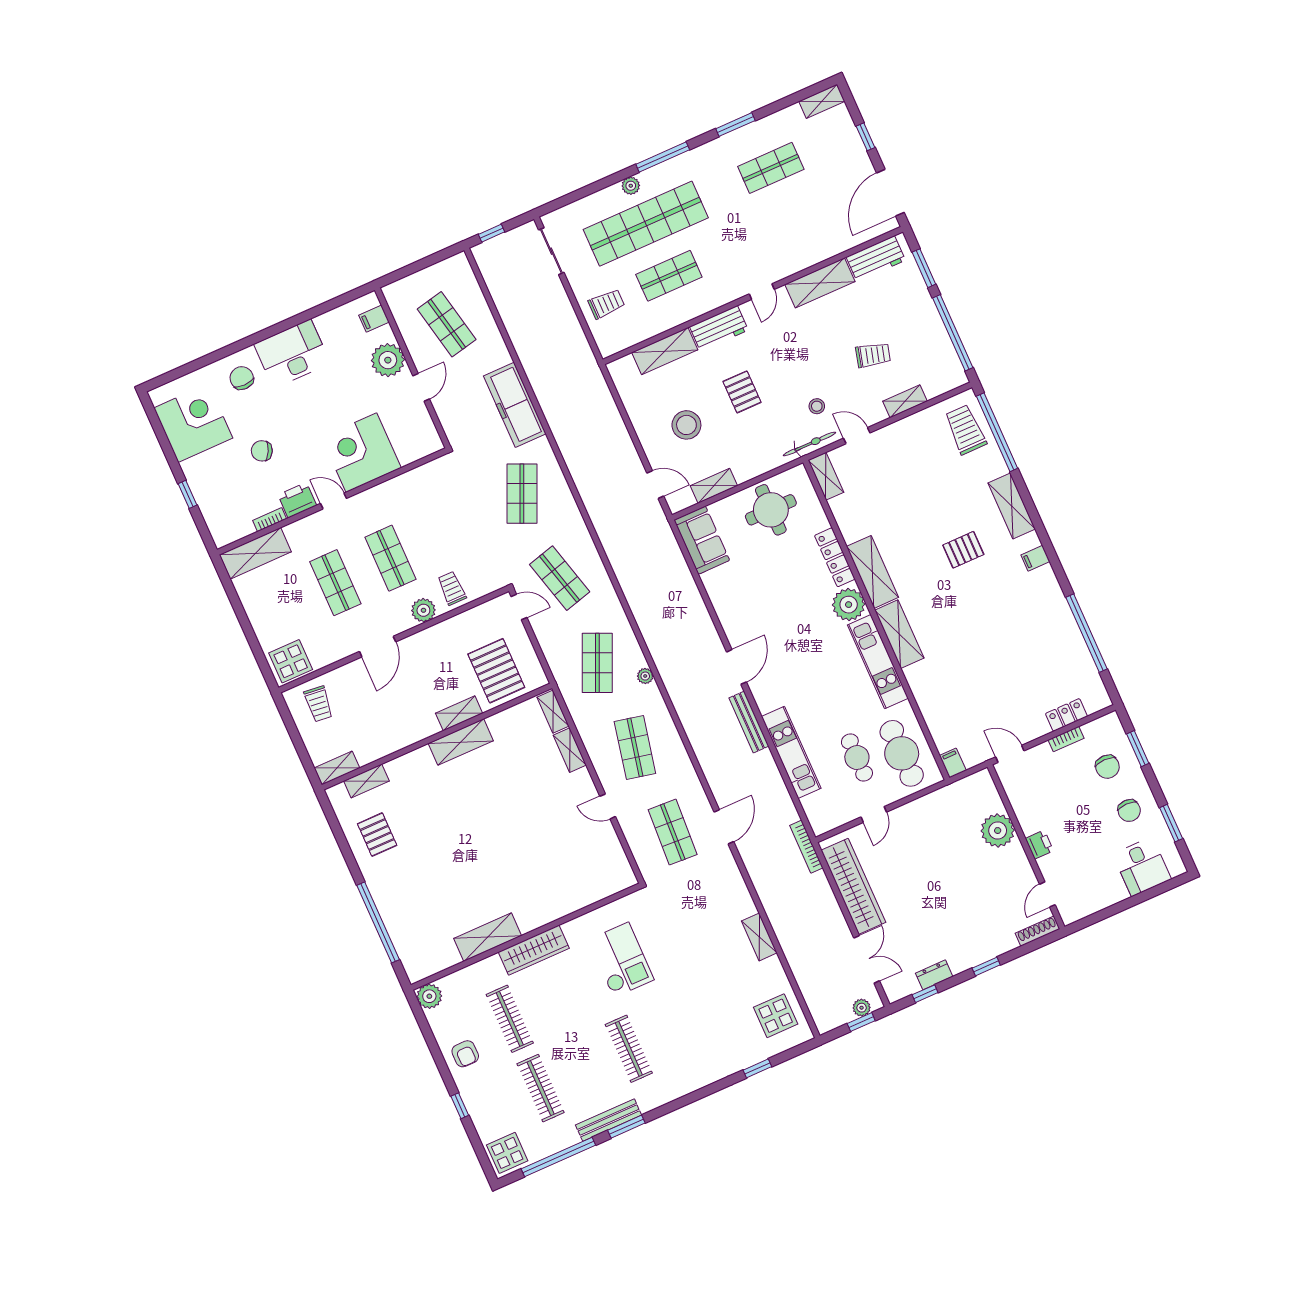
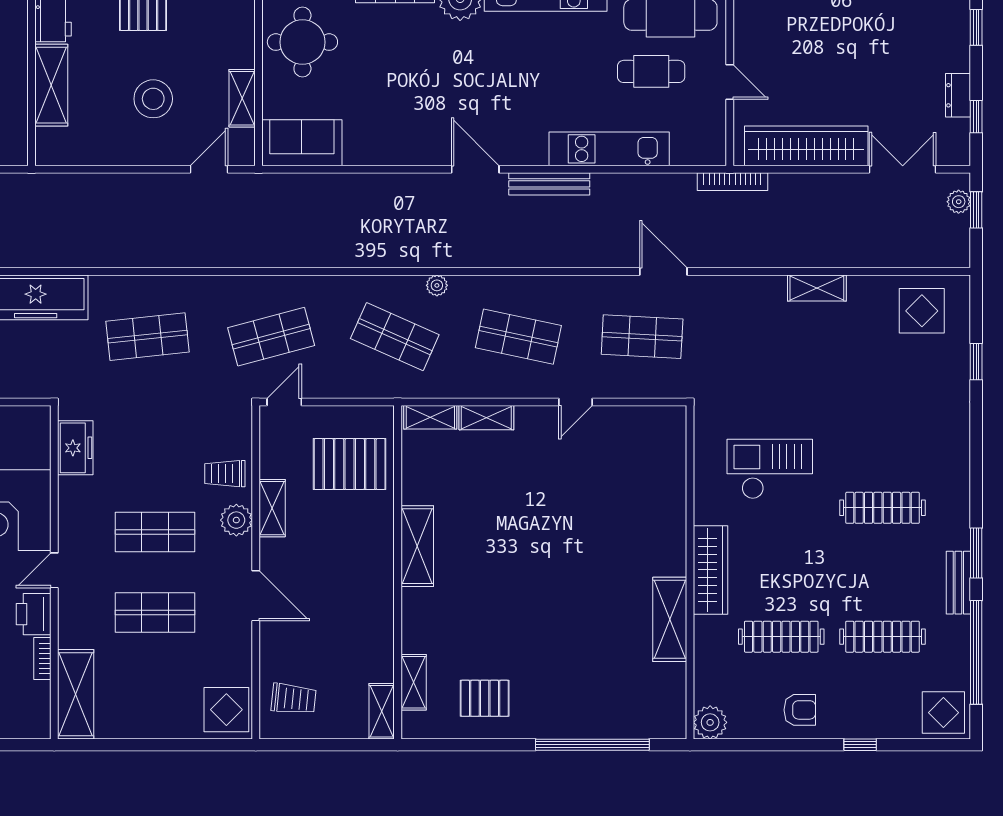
freezer: (424, 478) -> (75, 448), added
shop shelf: (522, 494) -> (148, 337), turned -30
shelving: (459, 713) -> (272, 508), moved
bench: (609, 1120) -> (958, 583), width x0.73

